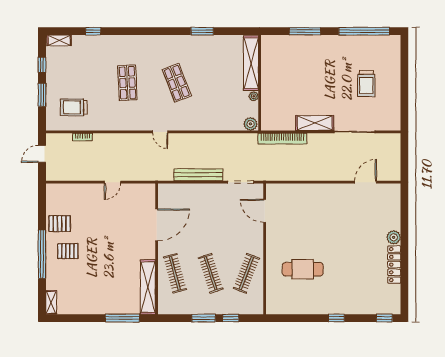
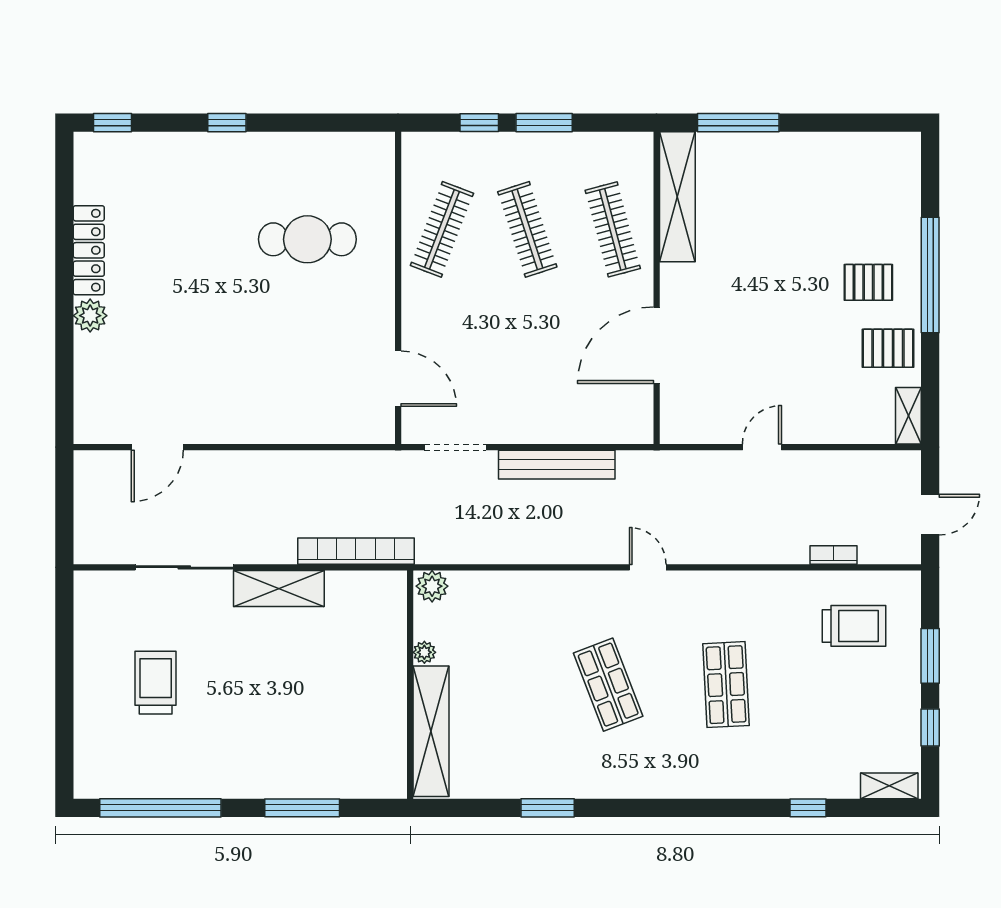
shelving: (51, 302) -> (908, 416), moved

